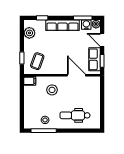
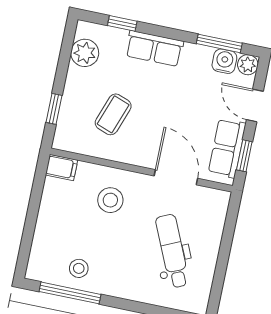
row of seats: (62, 25) -> (154, 48), width x0.68
coffee table: (37, 61) -> (113, 114), moved
dental chair: (75, 115) -> (172, 251), moved, turned 66

